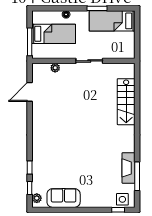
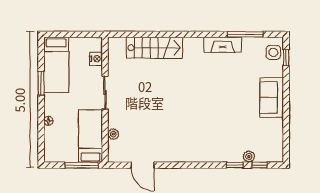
bed: (54, 34) -> (90, 136), moved
nightstand: (117, 54) -> (96, 59), added
fireplace: (129, 168) -> (223, 45), moved
plant: (37, 198) -> (249, 157), moved
sofa: (64, 198) -> (272, 98), moved

